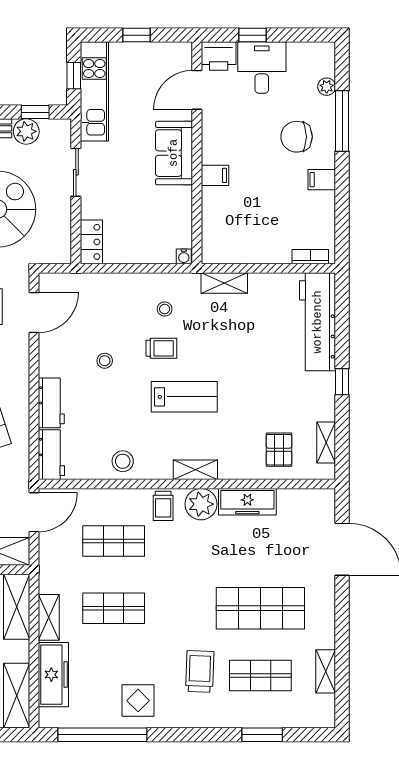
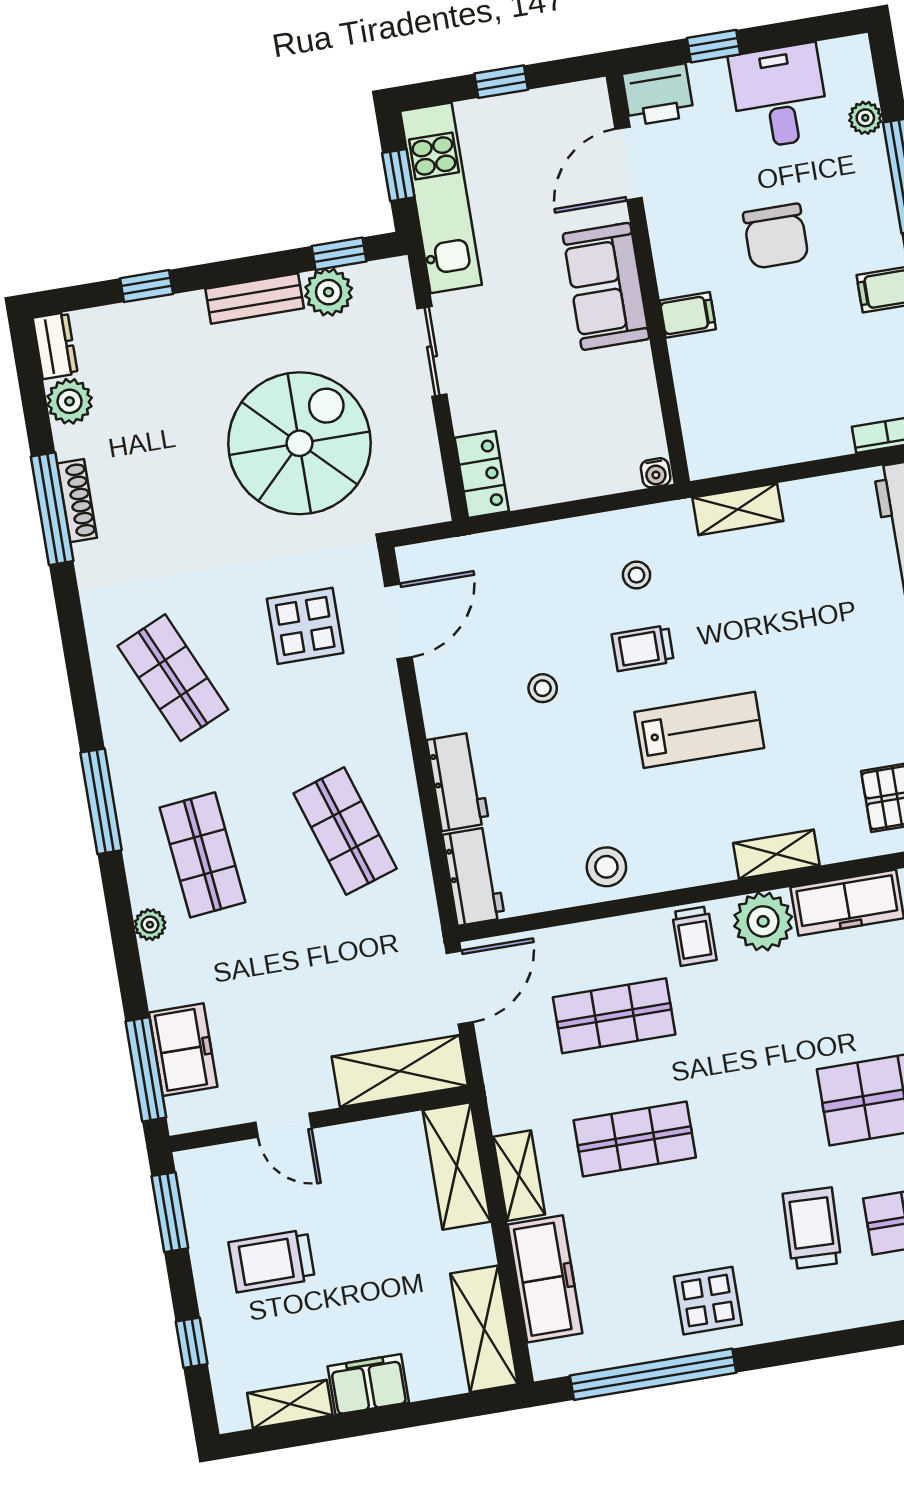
desk: (262, 68) -> (779, 96), moved
chair: (297, 137) -> (776, 236), moved, turned -90
trolley: (161, 348) -> (643, 648), turned 180
shelving: (195, 470) -> (776, 854), moved

